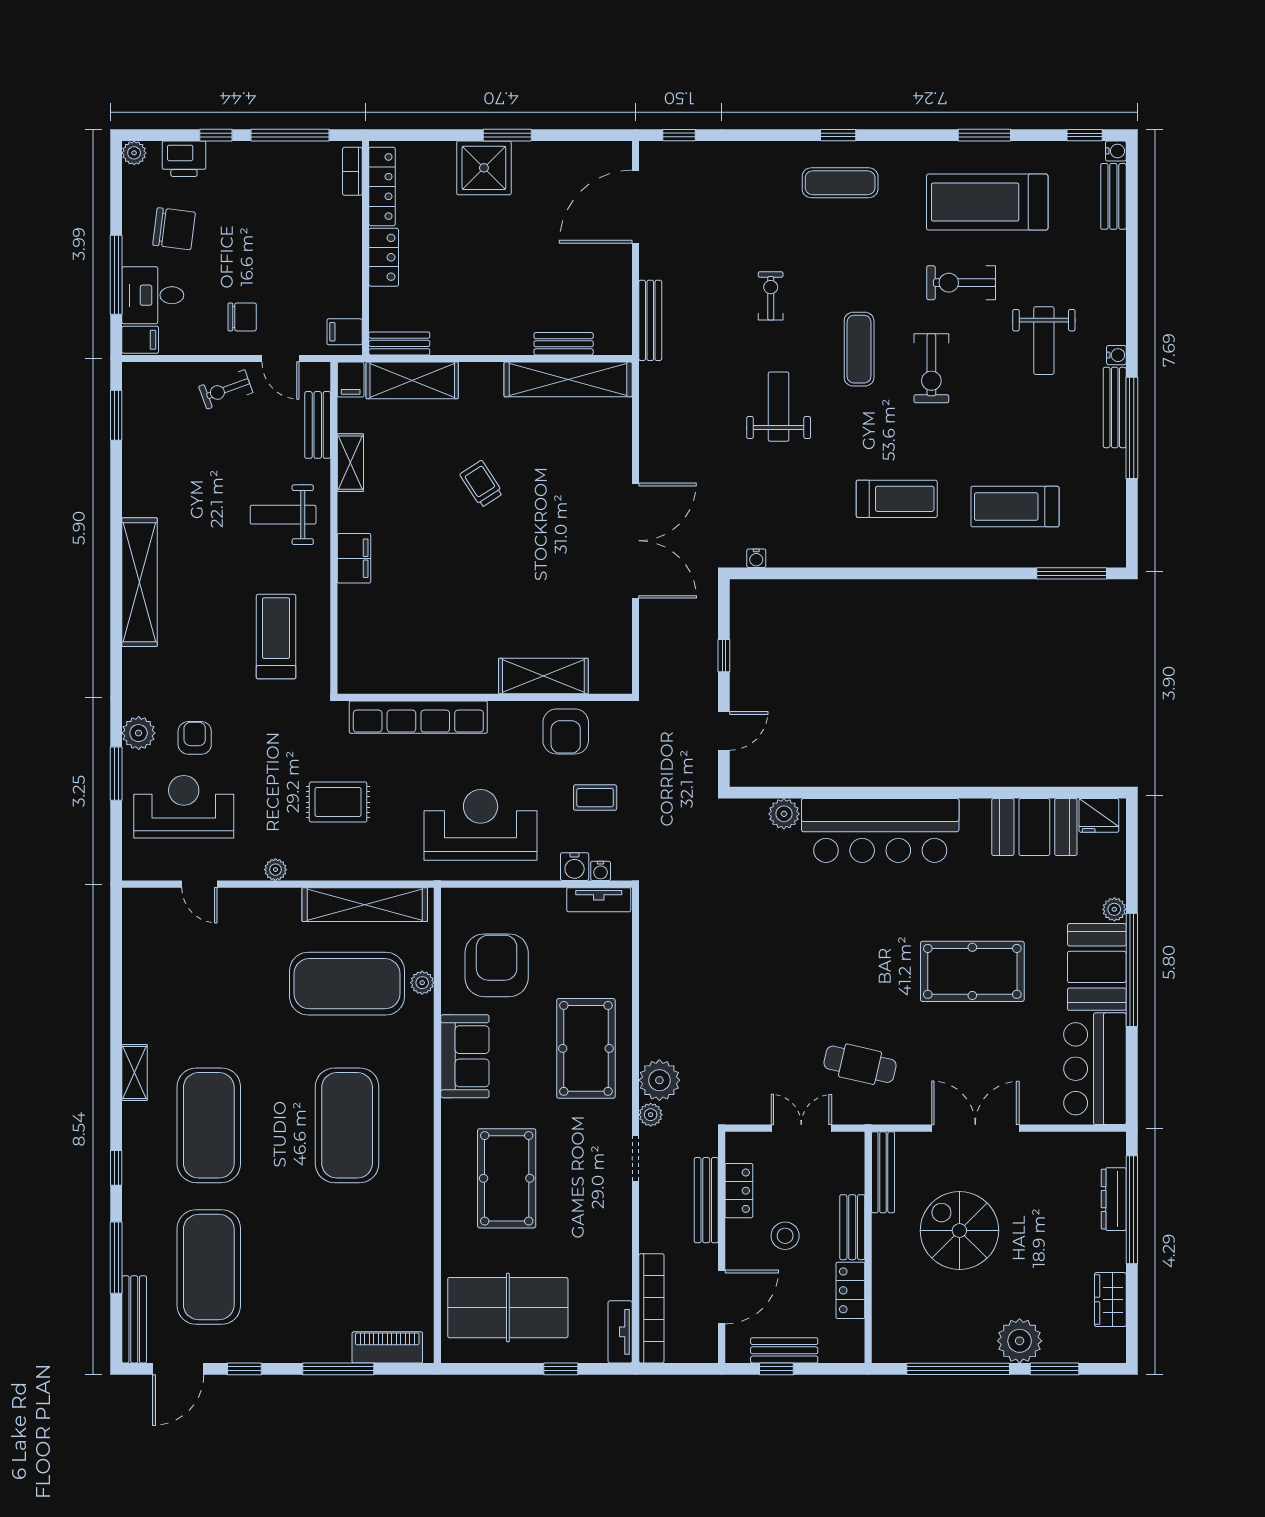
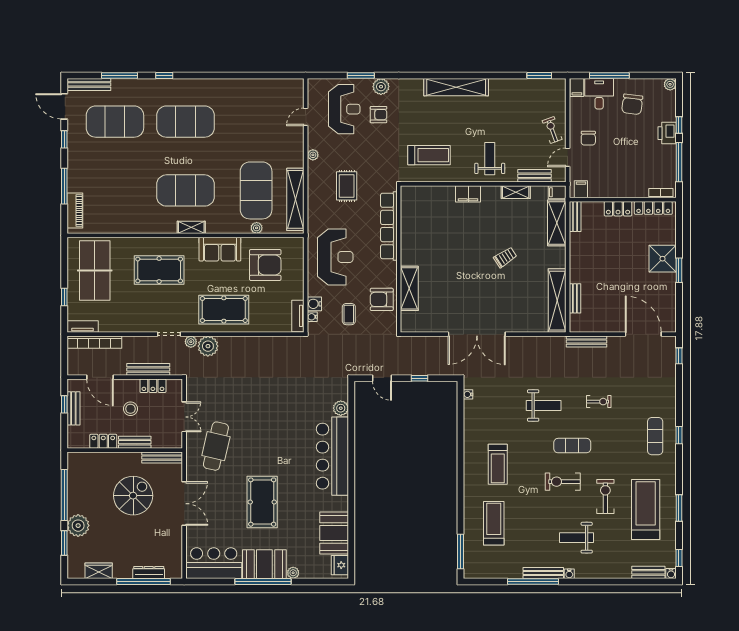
printer: (184, 159) -> (667, 133), moved
cafe table: (860, 1064) -> (216, 446), width x1.37, depth x1.35
shelving: (135, 1073) -> (191, 227), moved

